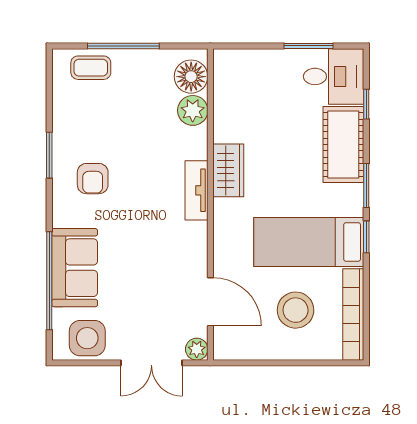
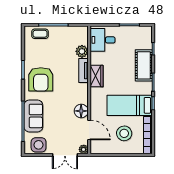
desk: (334, 76) -> (103, 40), moved, turned 180
floor lamp: (191, 77) -> (81, 111), moved
armchair: (93, 179) -> (41, 79), width x1.88, depth x1.88
tv unit: (196, 190) -> (83, 71), moved

